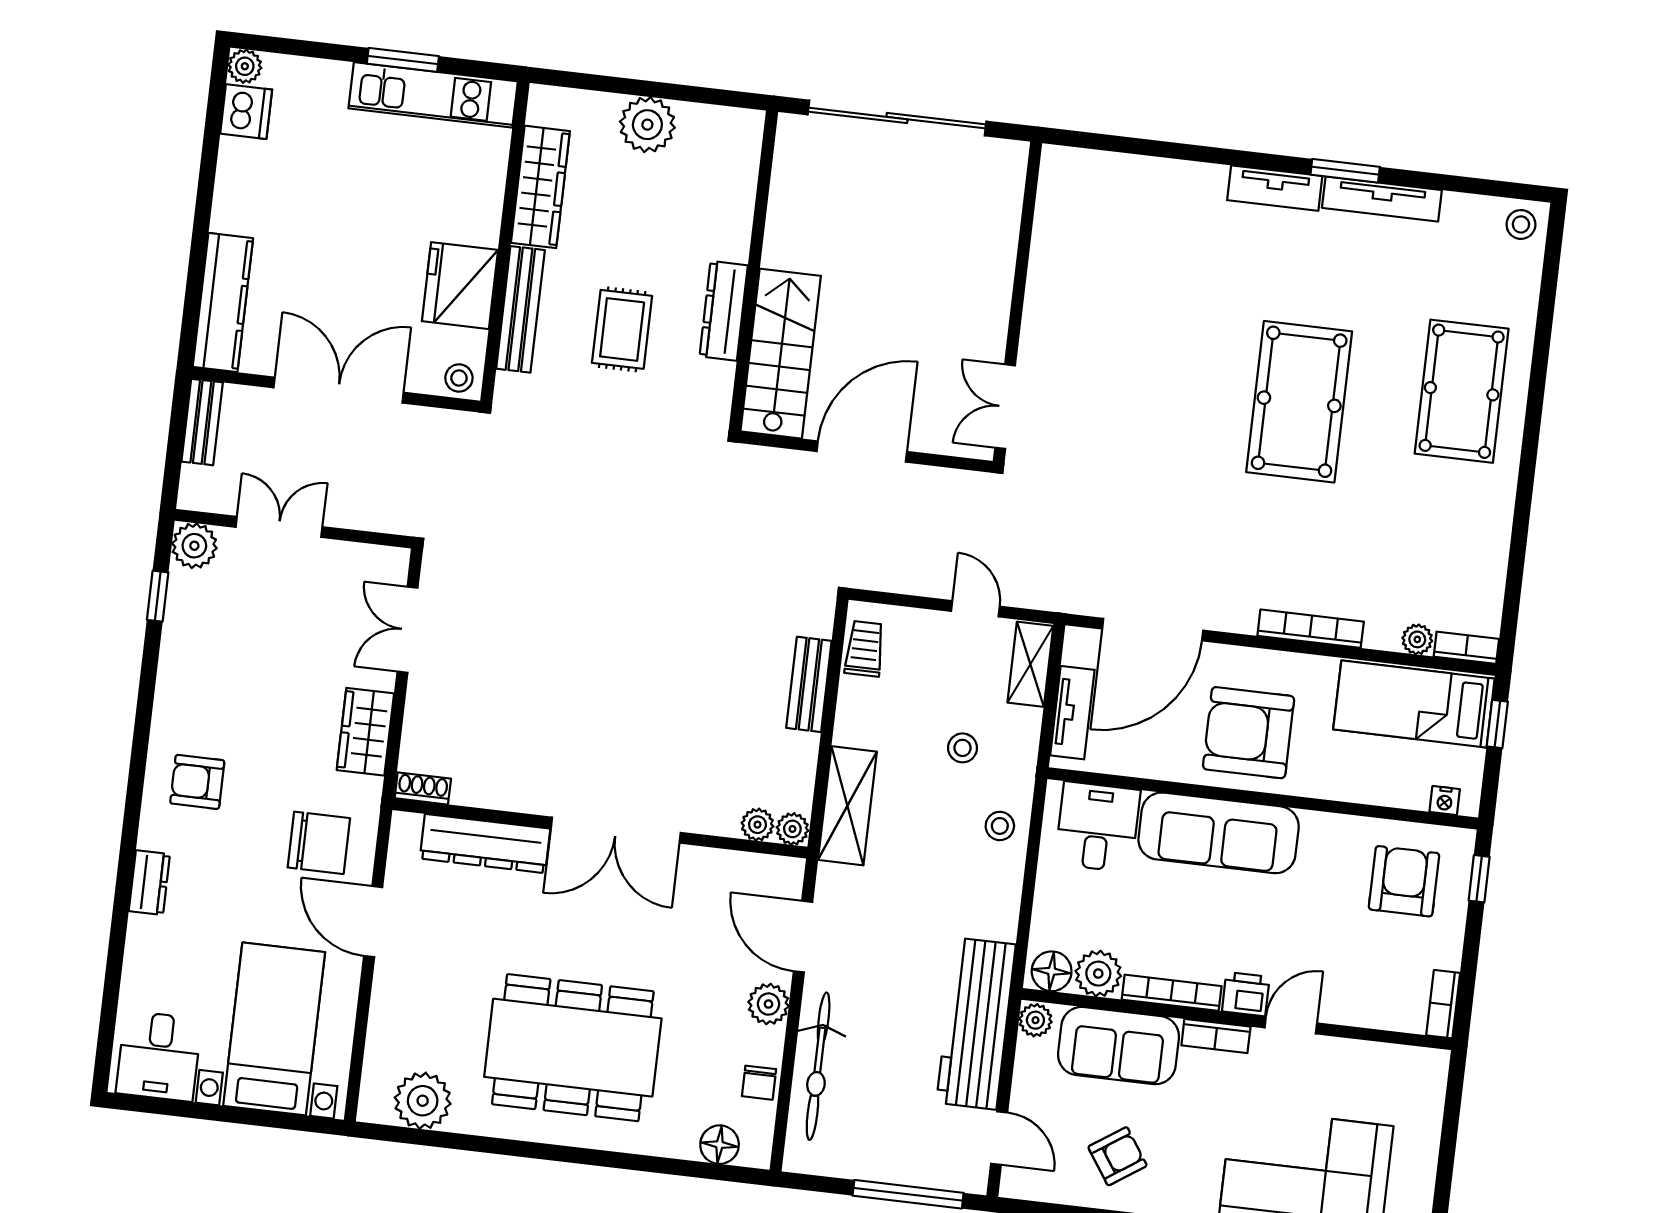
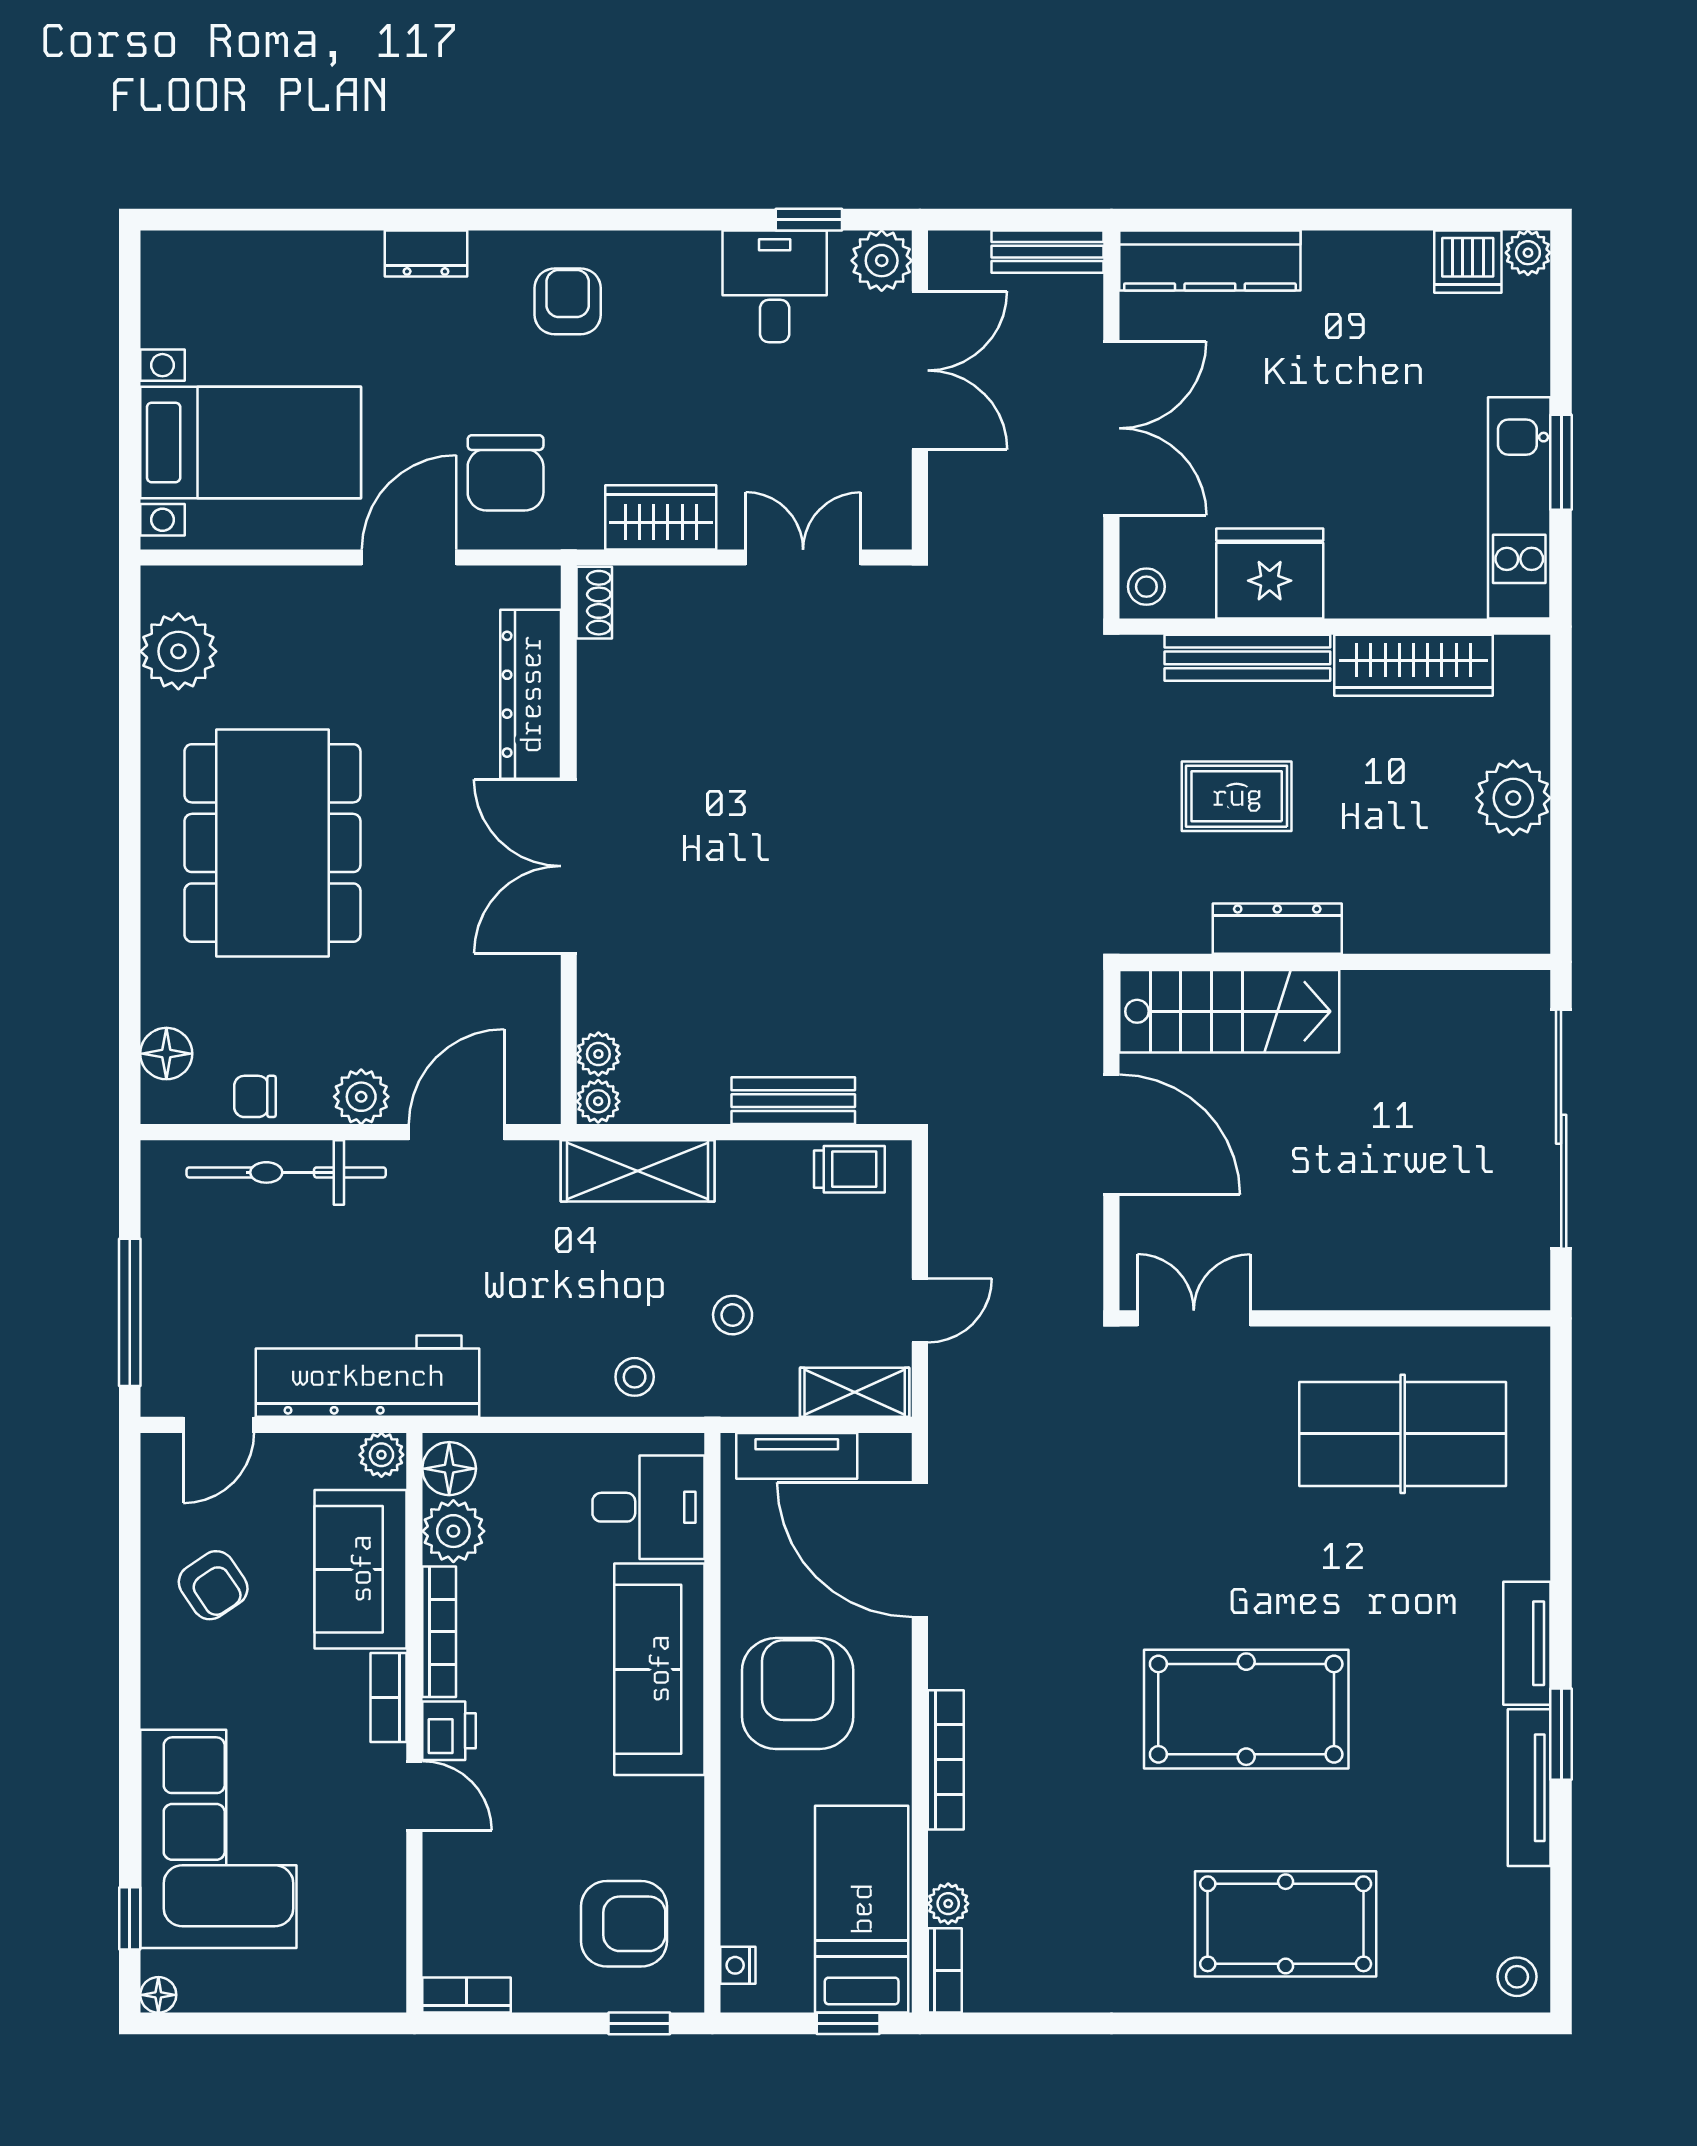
table tennis table: (1109, 262) -> (1403, 1434), added
double door: (279, 527) -> (920, 370), width x1.37
desk: (159, 1056) -> (775, 286), moved, turned 90

